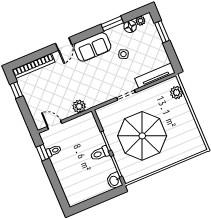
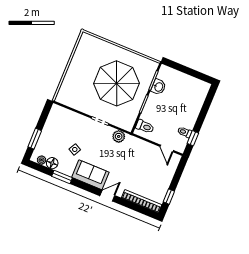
tv unit: (155, 76) -> (68, 114), removed
plant: (177, 93) -> (65, 89), removed
plant: (79, 106) -> (119, 136), moved
toilet: (100, 153) -> (145, 127), moved
washbasin: (114, 181) -> (158, 87), moved

